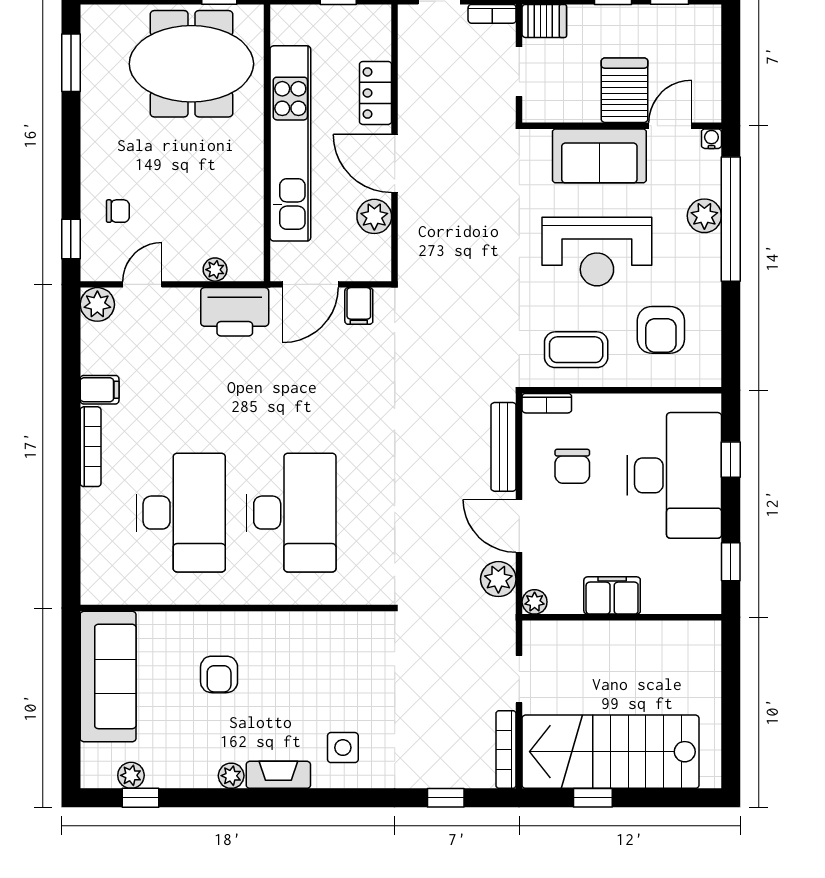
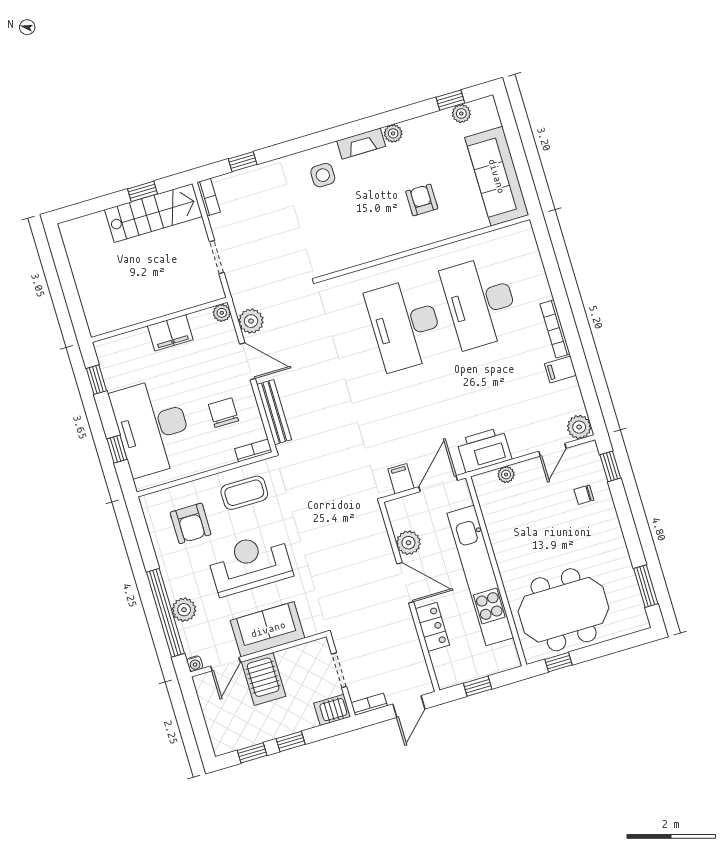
armchair: (661, 330) -> (191, 523), turned 180
bookcase: (506, 750) -> (209, 197), width x0.64
stairs: (611, 752) -> (153, 213), width x0.73, depth x0.66

